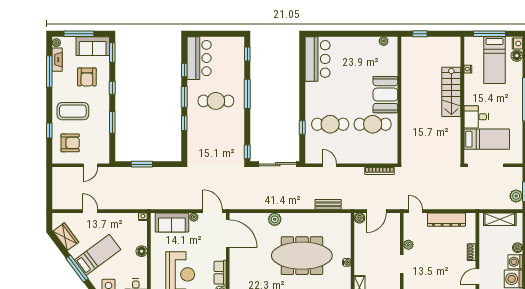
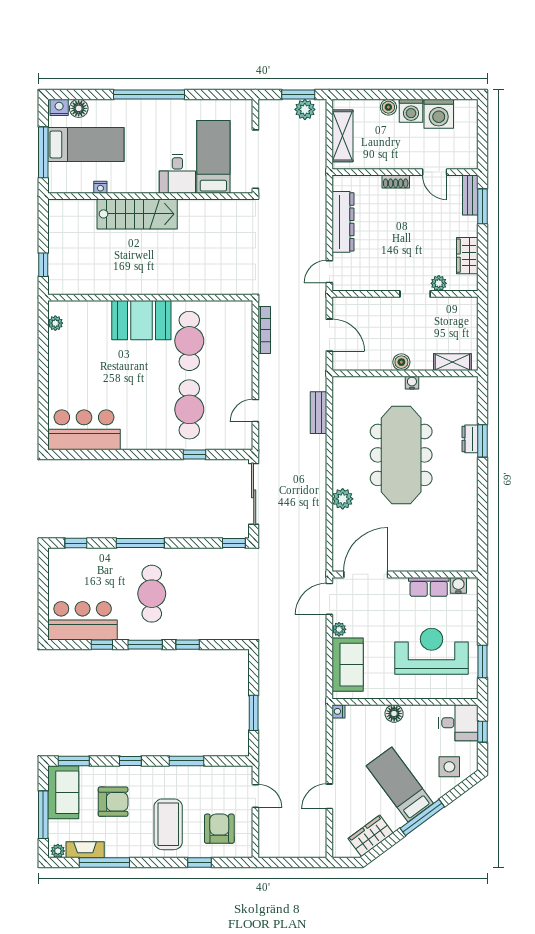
boiler: (359, 218) -> (401, 362), moved
plant: (408, 245) -> (439, 283), moved

